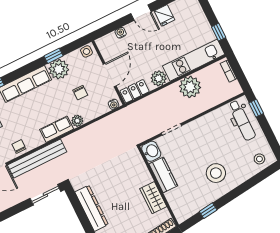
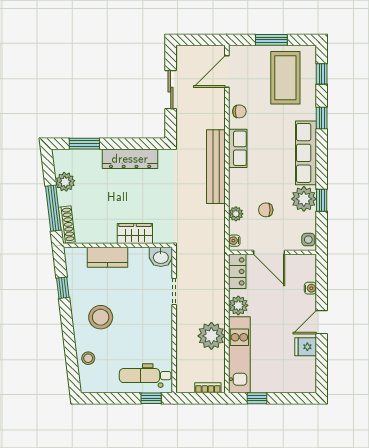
plant: (77, 121) -> (236, 214), moved
row of seats: (57, 129) -> (238, 148), moved
bench: (37, 158) -> (216, 167), moved
stool: (259, 159) -> (88, 358), moved
kitchen counter: (163, 175) -> (107, 257), moved
sliding door: (45, 195) -> (171, 90), moved
wardrobe: (153, 198) -> (135, 233), moved

